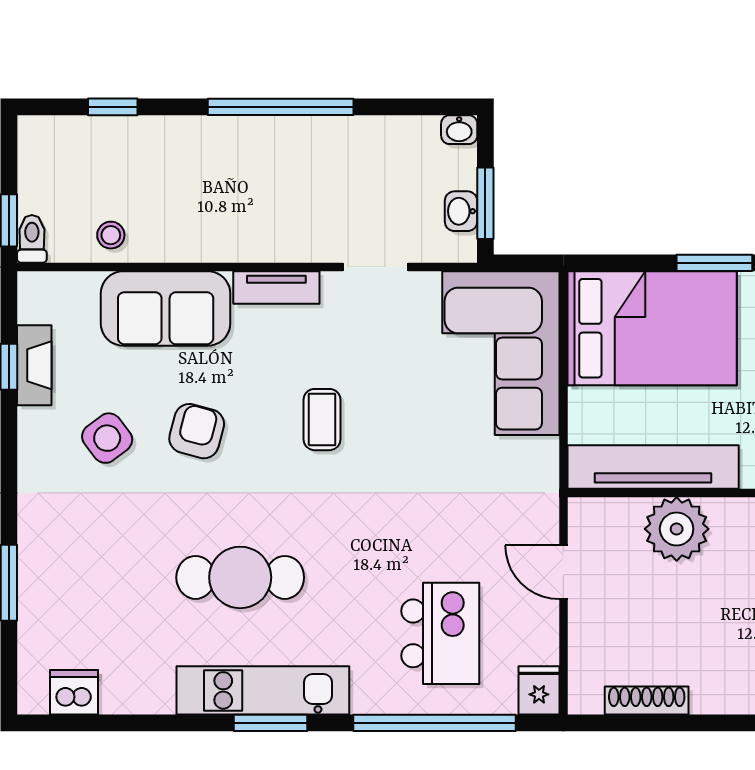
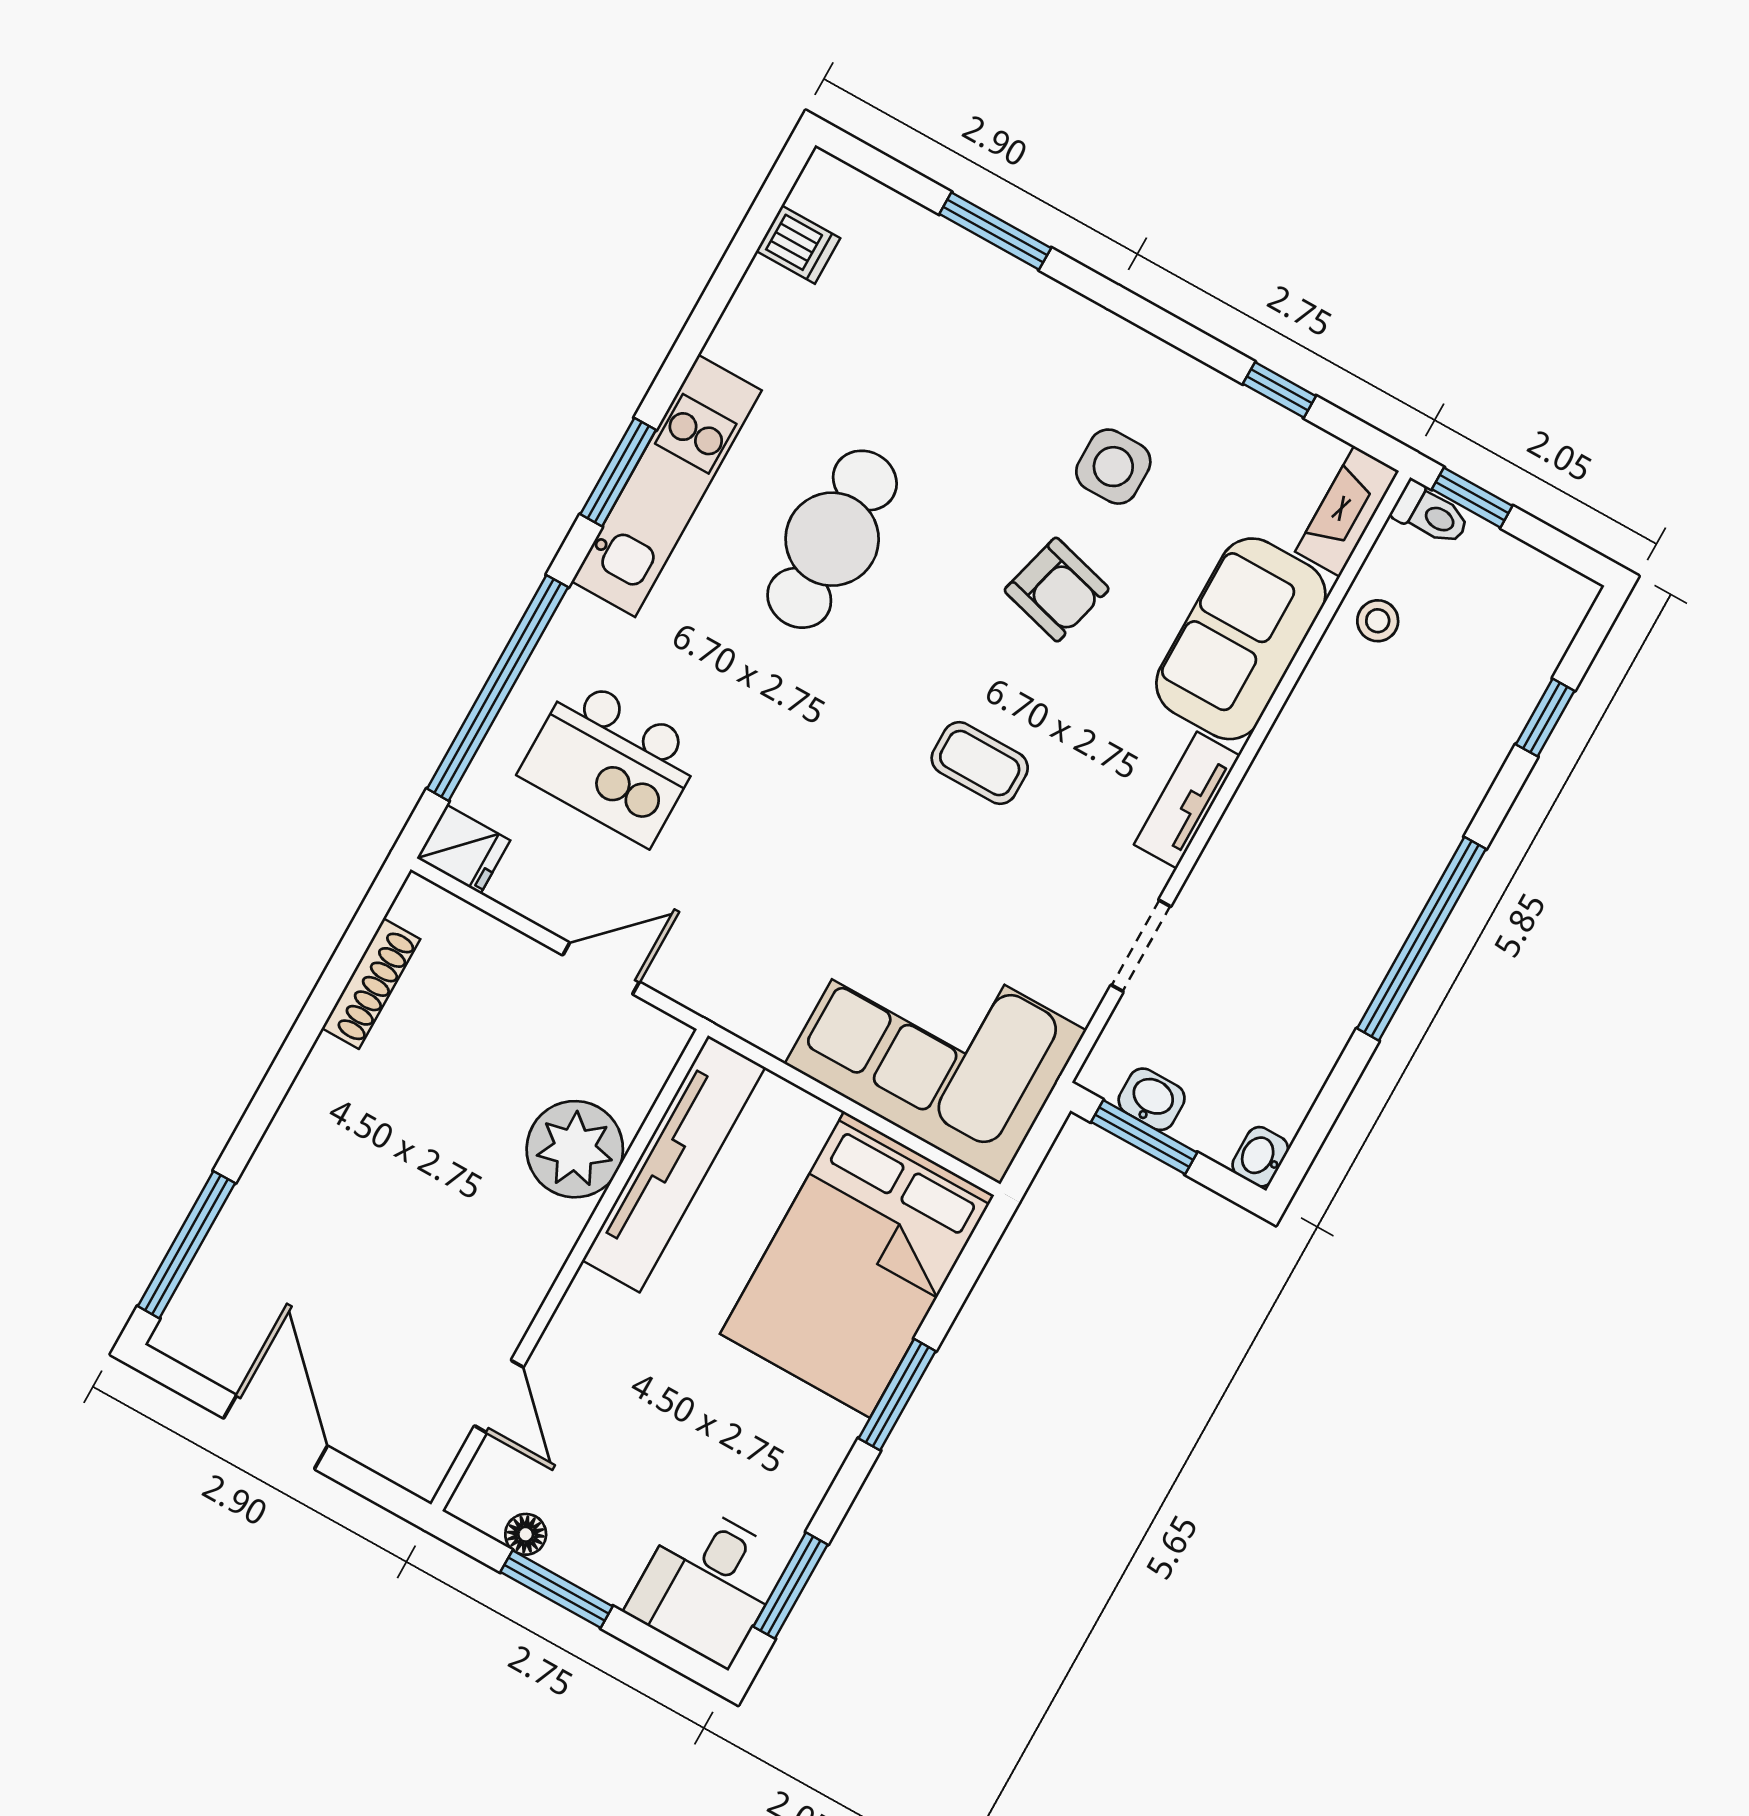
fireplace: (34, 365) -> (1347, 512), moved, turned 90
side table: (107, 438) -> (1113, 467), turned 37
dishwasher: (74, 692) -> (798, 245), width x0.73

